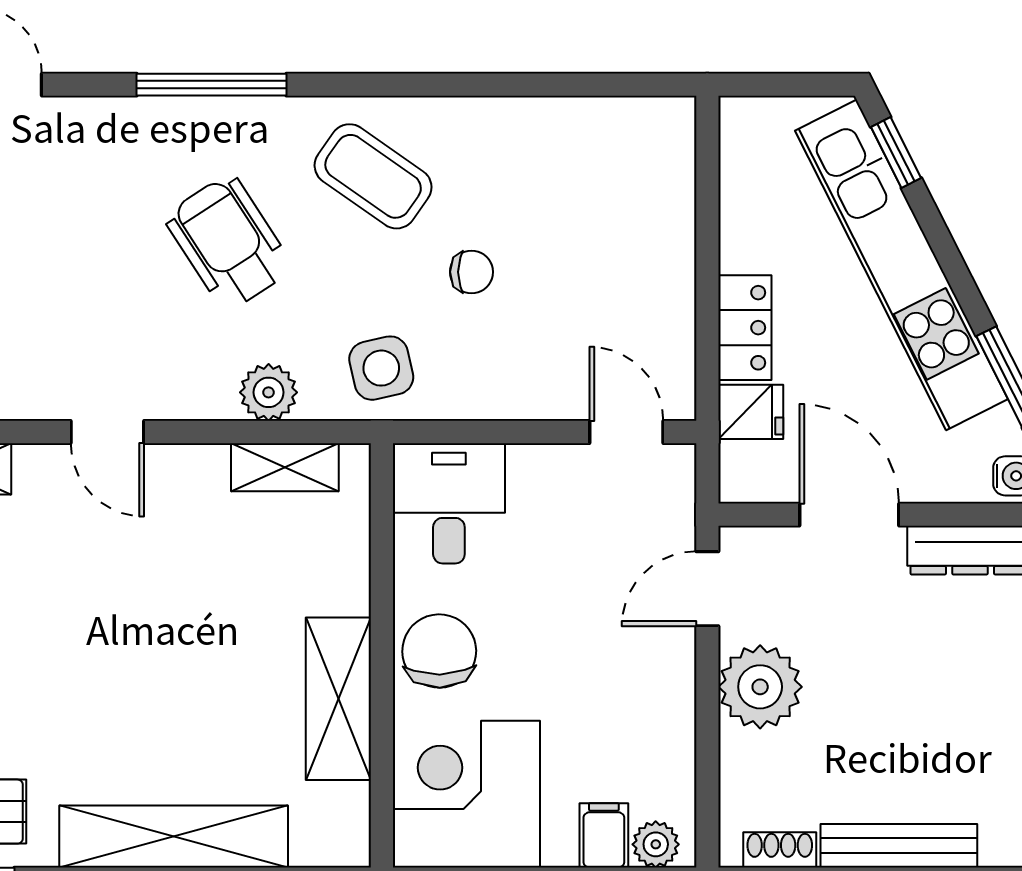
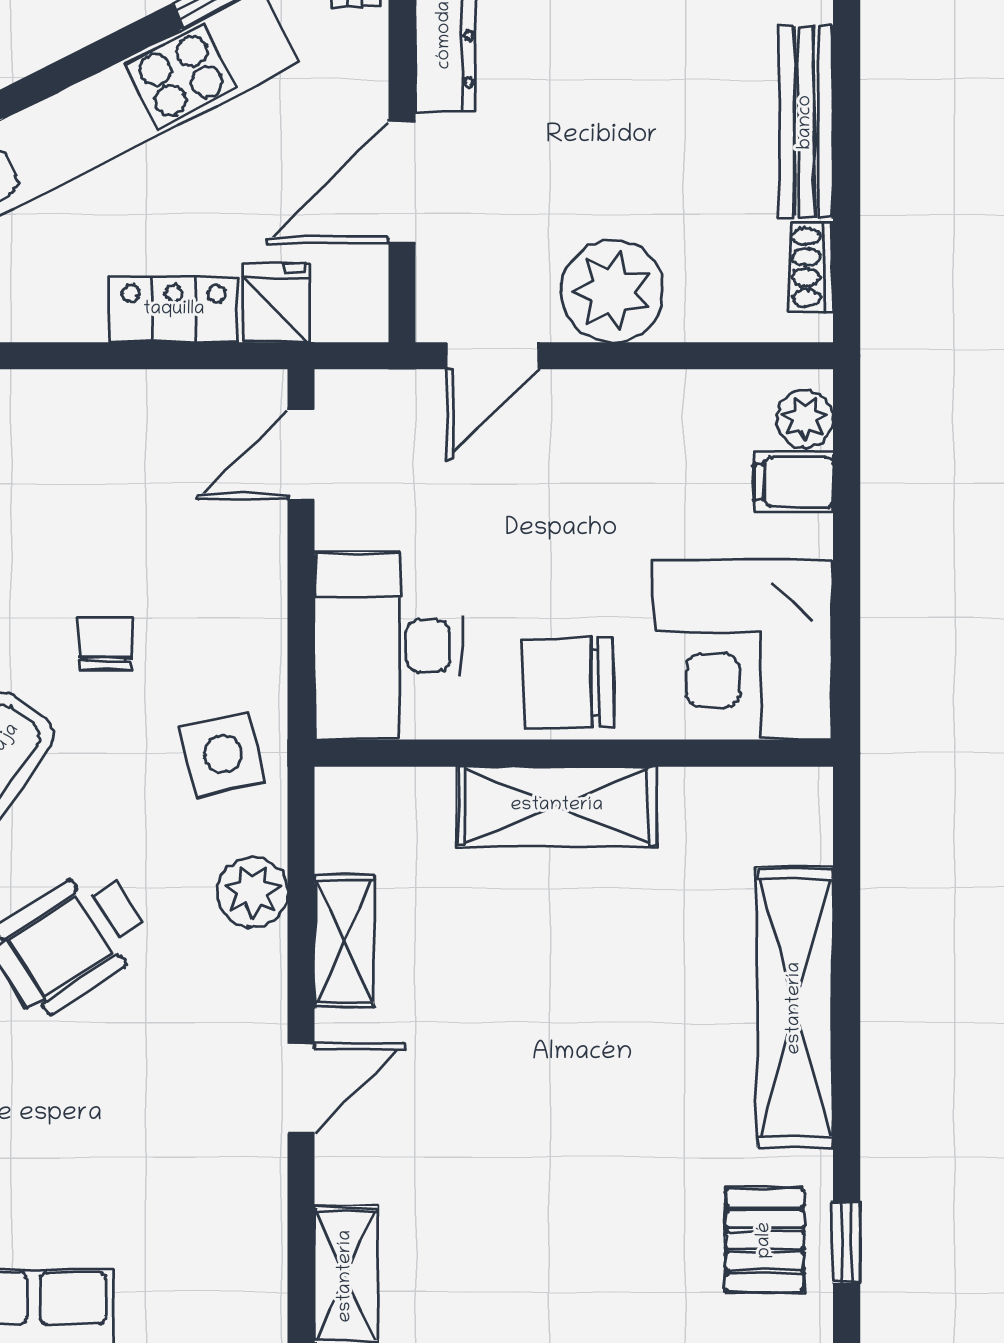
shelving: (285, 467) -> (344, 941), moved
desk: (449, 503) -> (388, 646), width x1.37
door: (707, 589) -> (493, 356), hinge flipped
shelving: (338, 699) -> (557, 806), moved

